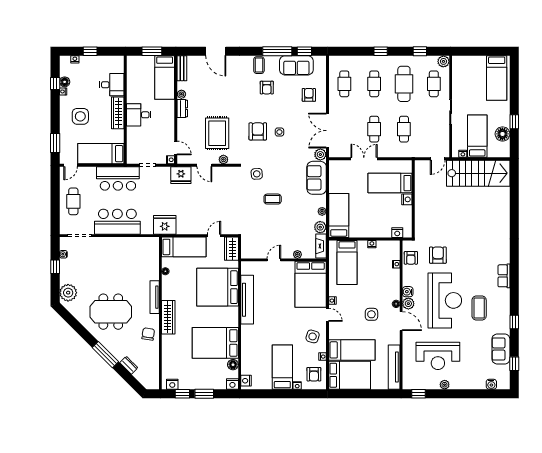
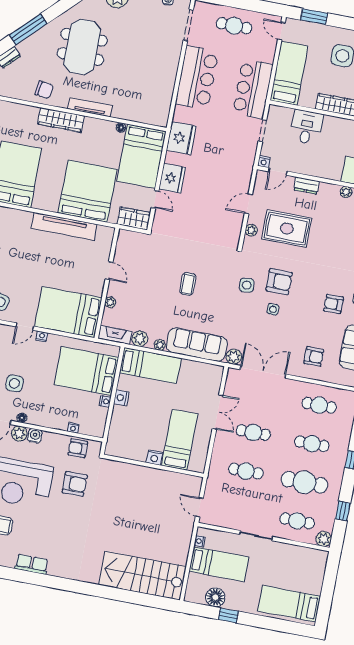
dresser: (182, 109) -> (306, 186), moved
desk: (139, 115) -> (307, 127), moved
stairs: (478, 173) -> (142, 576), moved, turned 90
side table: (257, 174) -> (247, 285), moved
fridge: (181, 175) -> (172, 178), moved, turned 180
sofa: (317, 178) -> (197, 345), width x1.36
nightstand: (397, 233) -> (121, 398), moved
bed: (184, 247) -> (142, 156), width x1.50
bed: (347, 262) -> (86, 371), width x1.50

